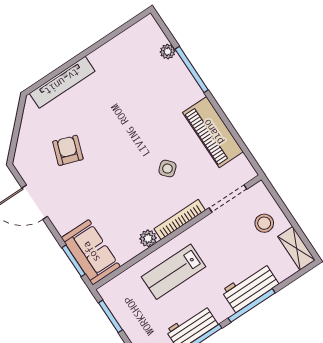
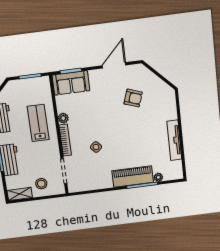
tv unit: (62, 82) -> (174, 140), moved
piano: (213, 132) -> (133, 177), moved

